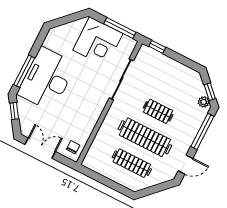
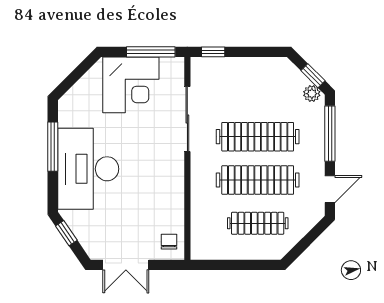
window: (24, 71) -> (53, 147), moved
clothes rail: (158, 111) -> (258, 137), width x1.86, depth x1.31
double door: (40, 148) -> (126, 265), swing flipped

